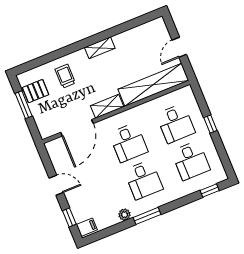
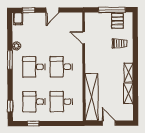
window: (24, 105) -> (112, 10), width x1.44
shelving: (107, 106) -> (128, 93), moved
window: (210, 124) -> (33, 124), moved
door: (77, 128) -> (84, 38), width x0.53

